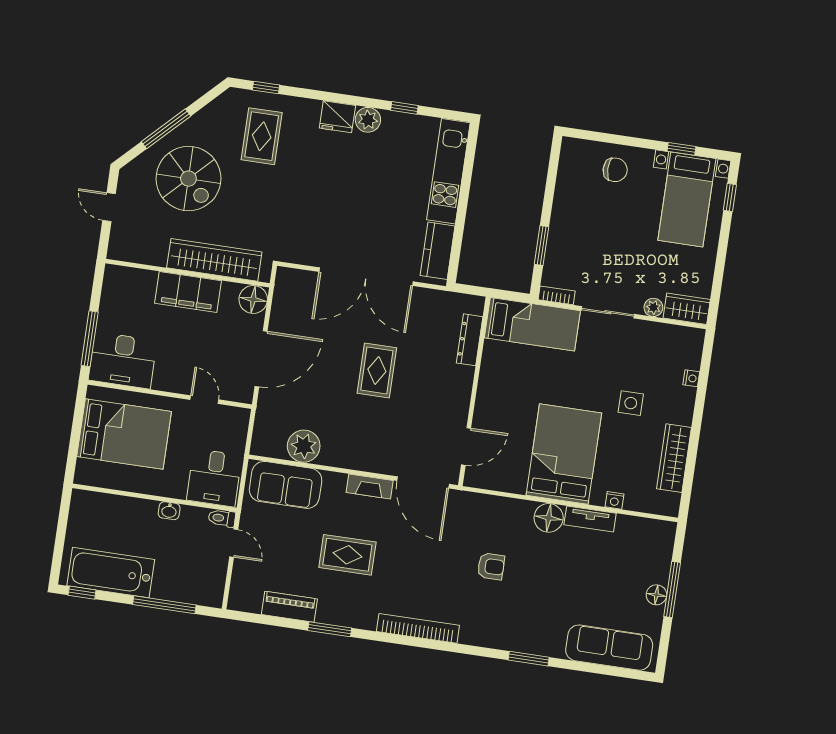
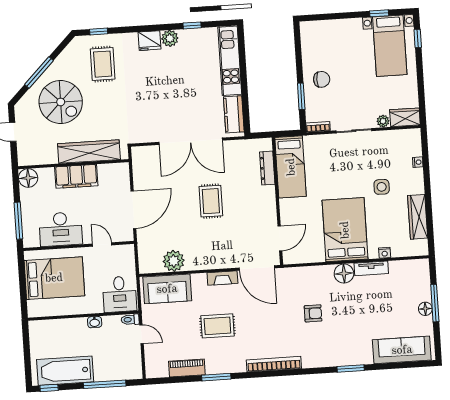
chair: (615, 170) -> (322, 79), moved
floor lamp: (253, 299) -> (28, 178), moved
bed: (532, 324) -> (291, 167), moved, turned 90
desk: (123, 360) -> (61, 229), moved

